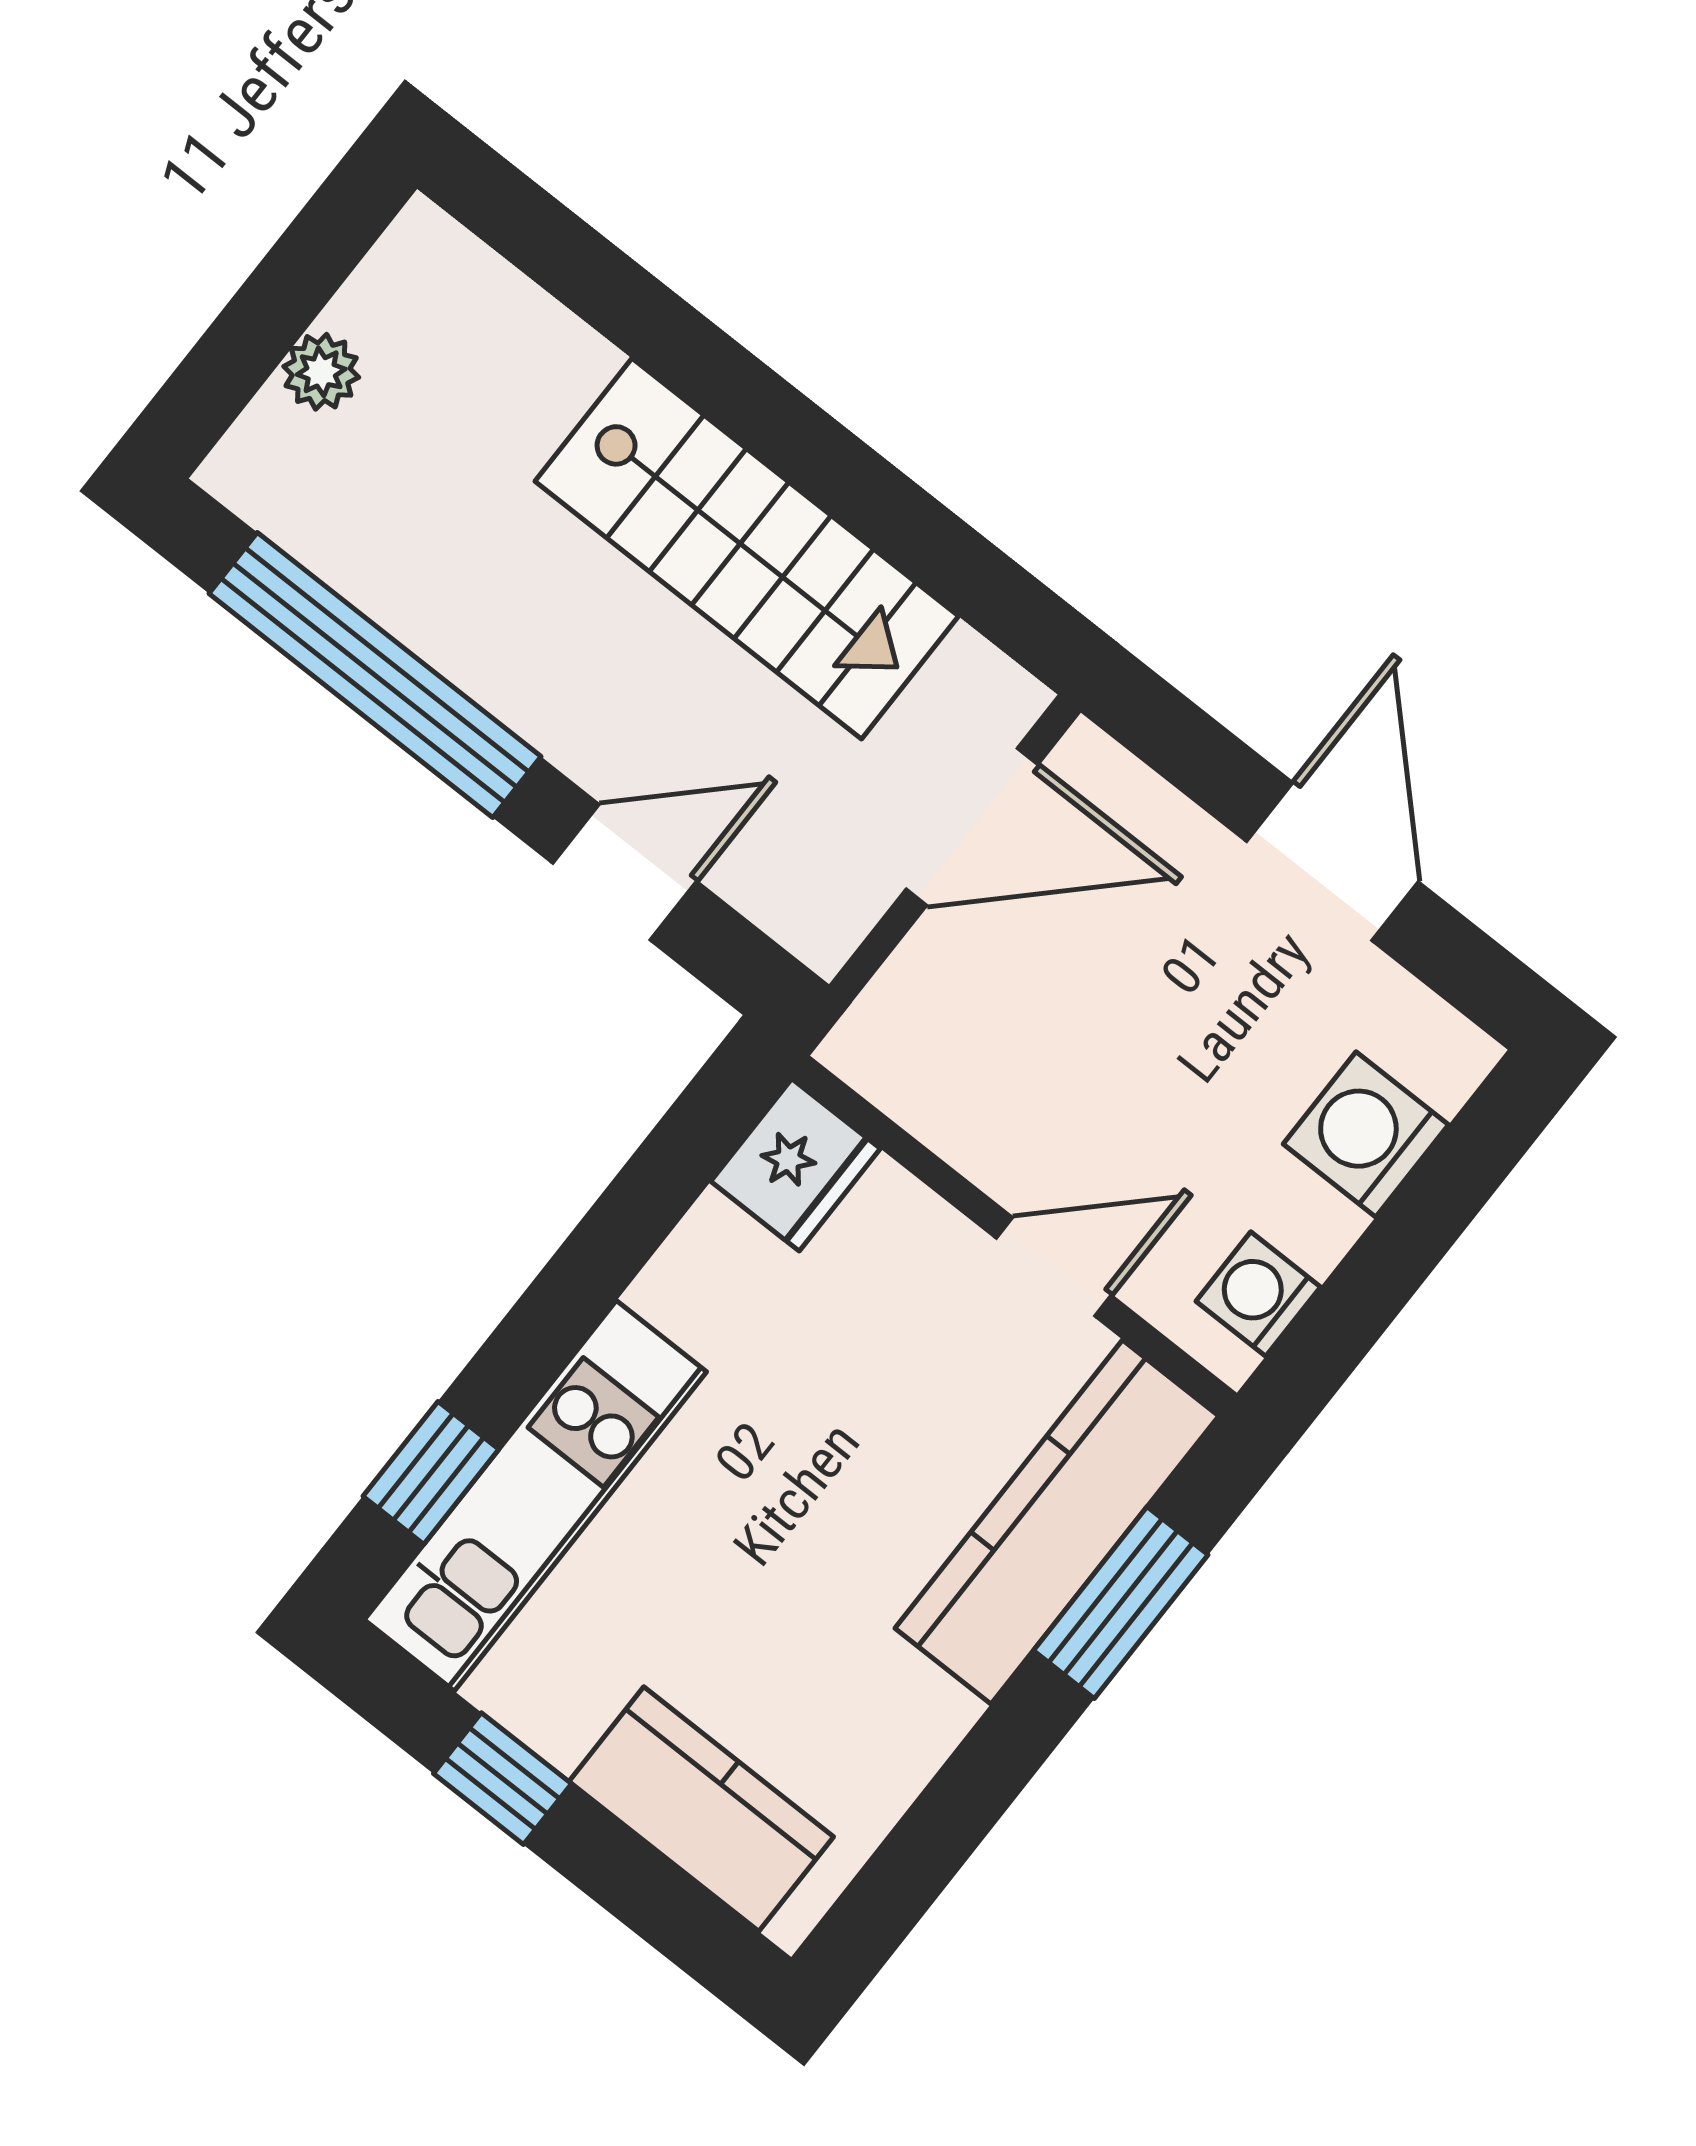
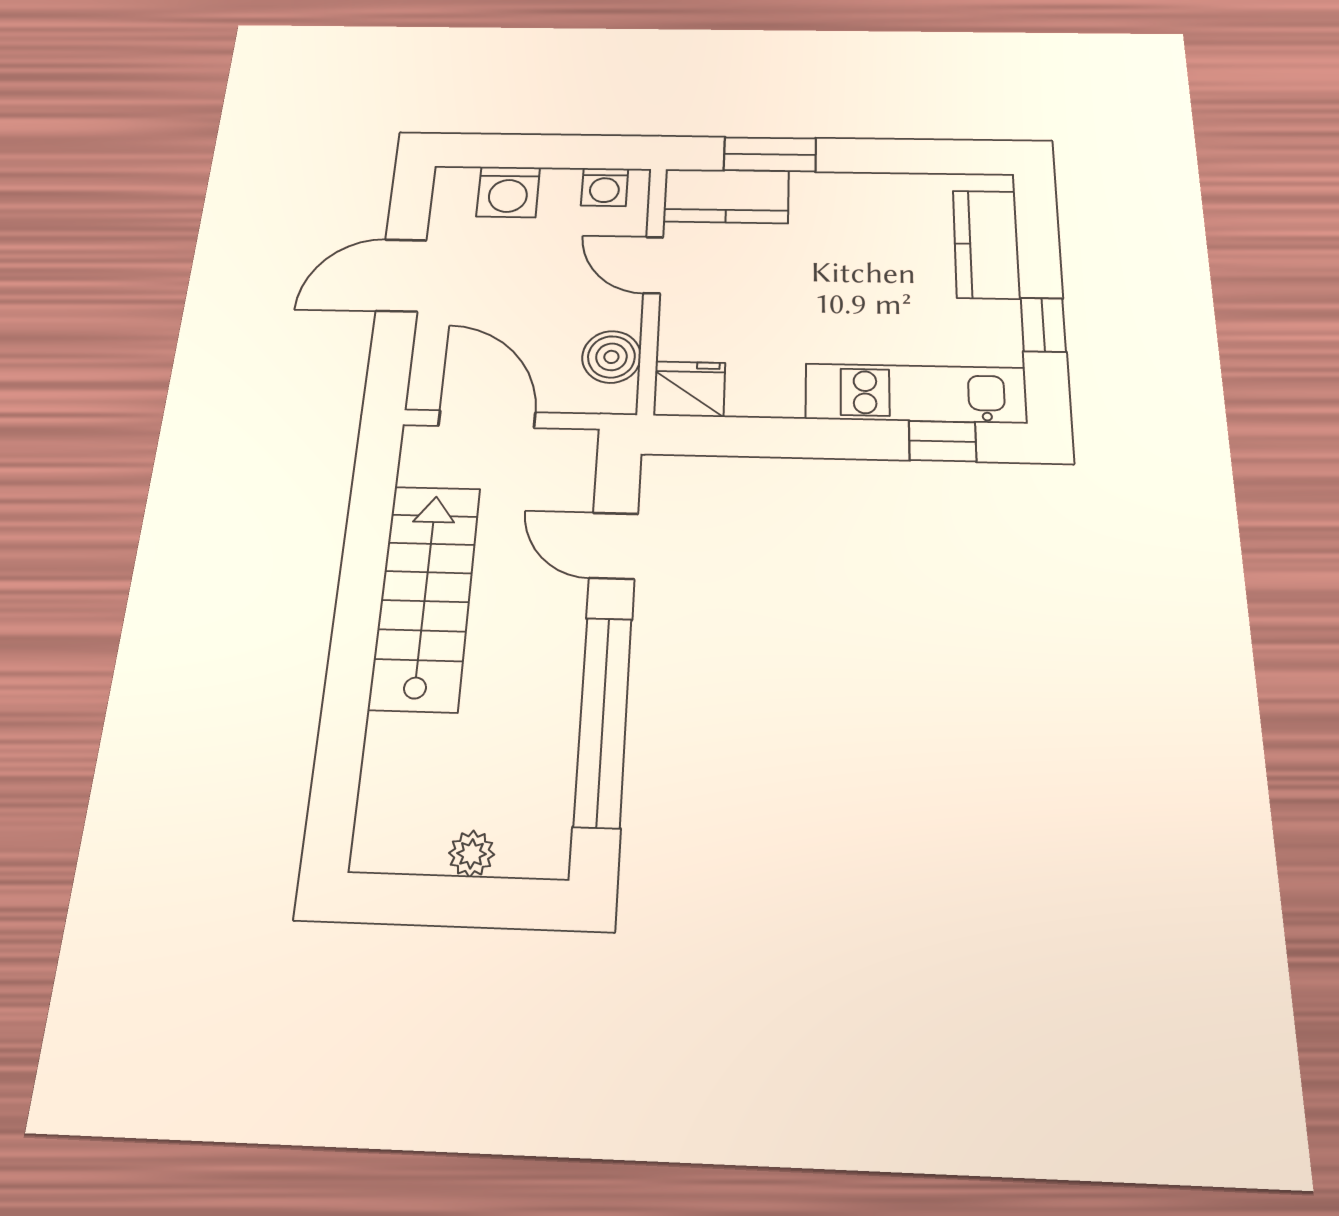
boiler: (939, 1087) -> (611, 357), added
kitchen counter: (1057, 1522) -> (726, 196), width x0.67

